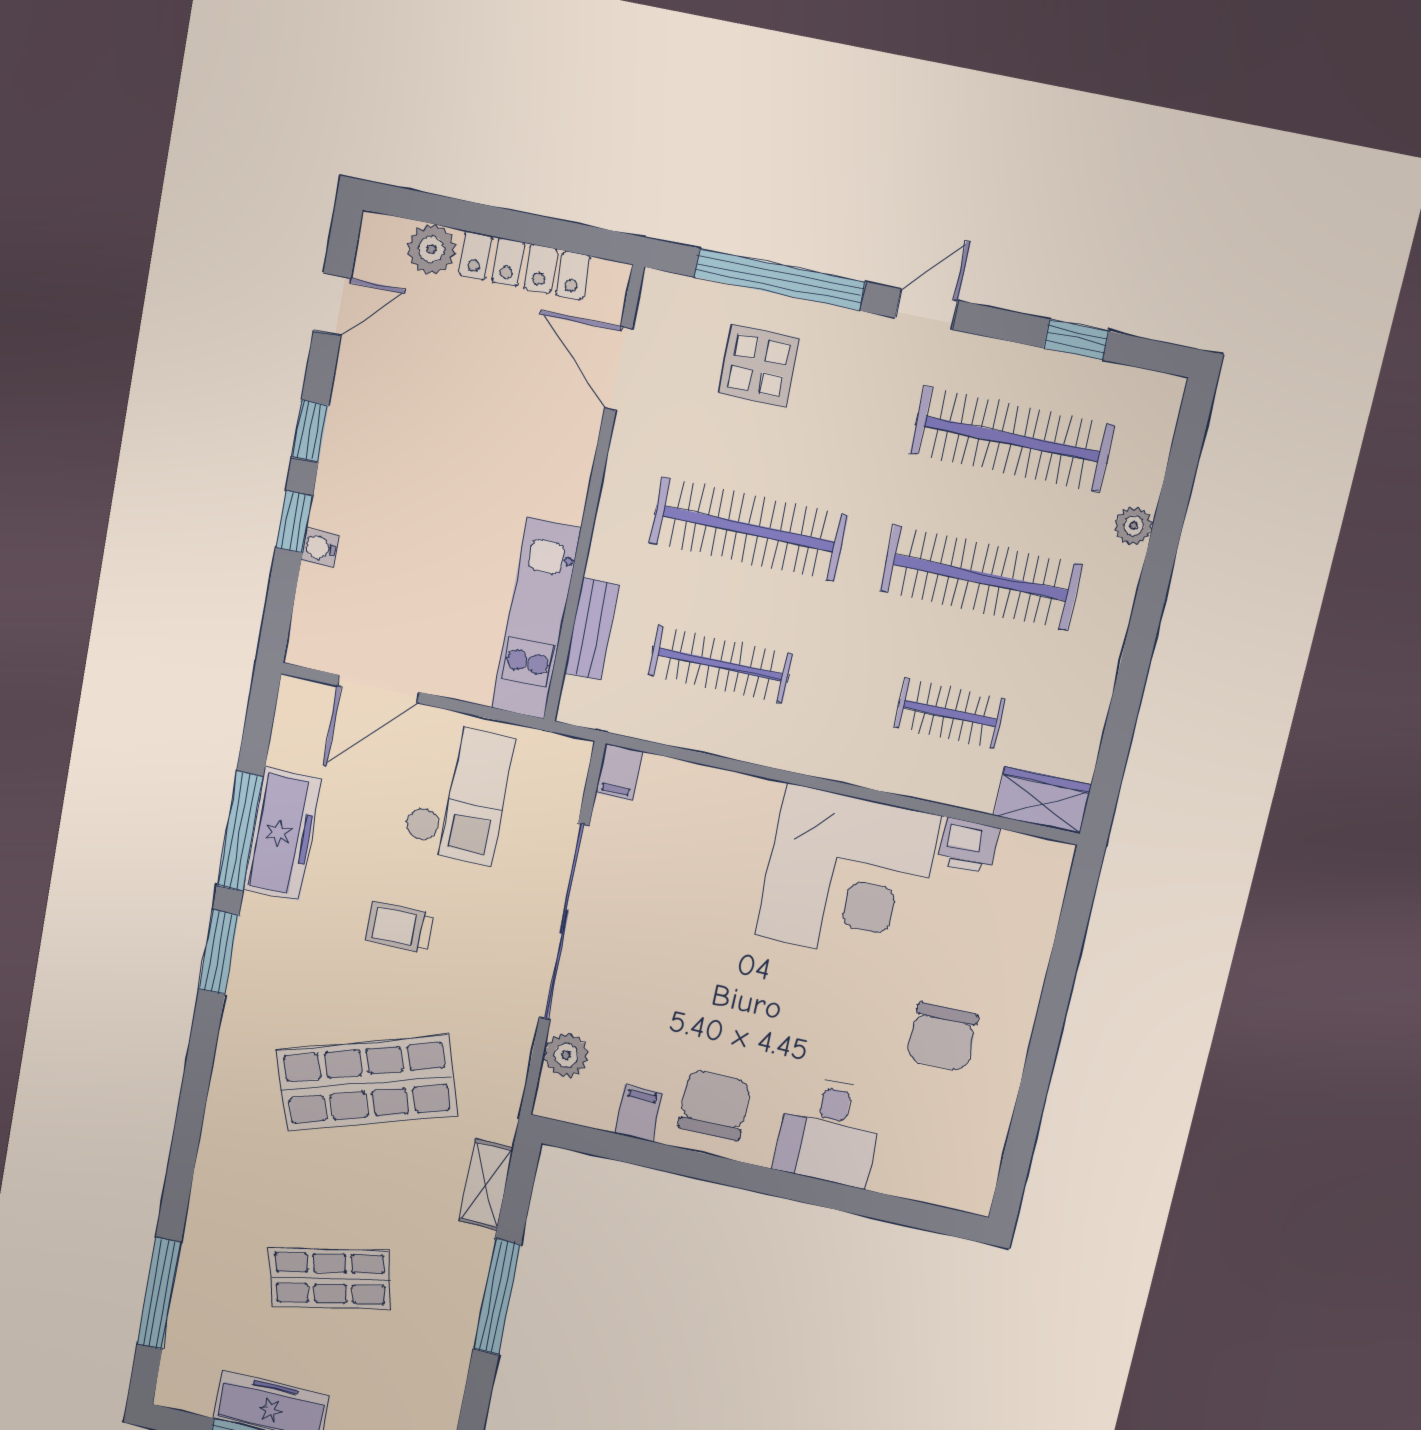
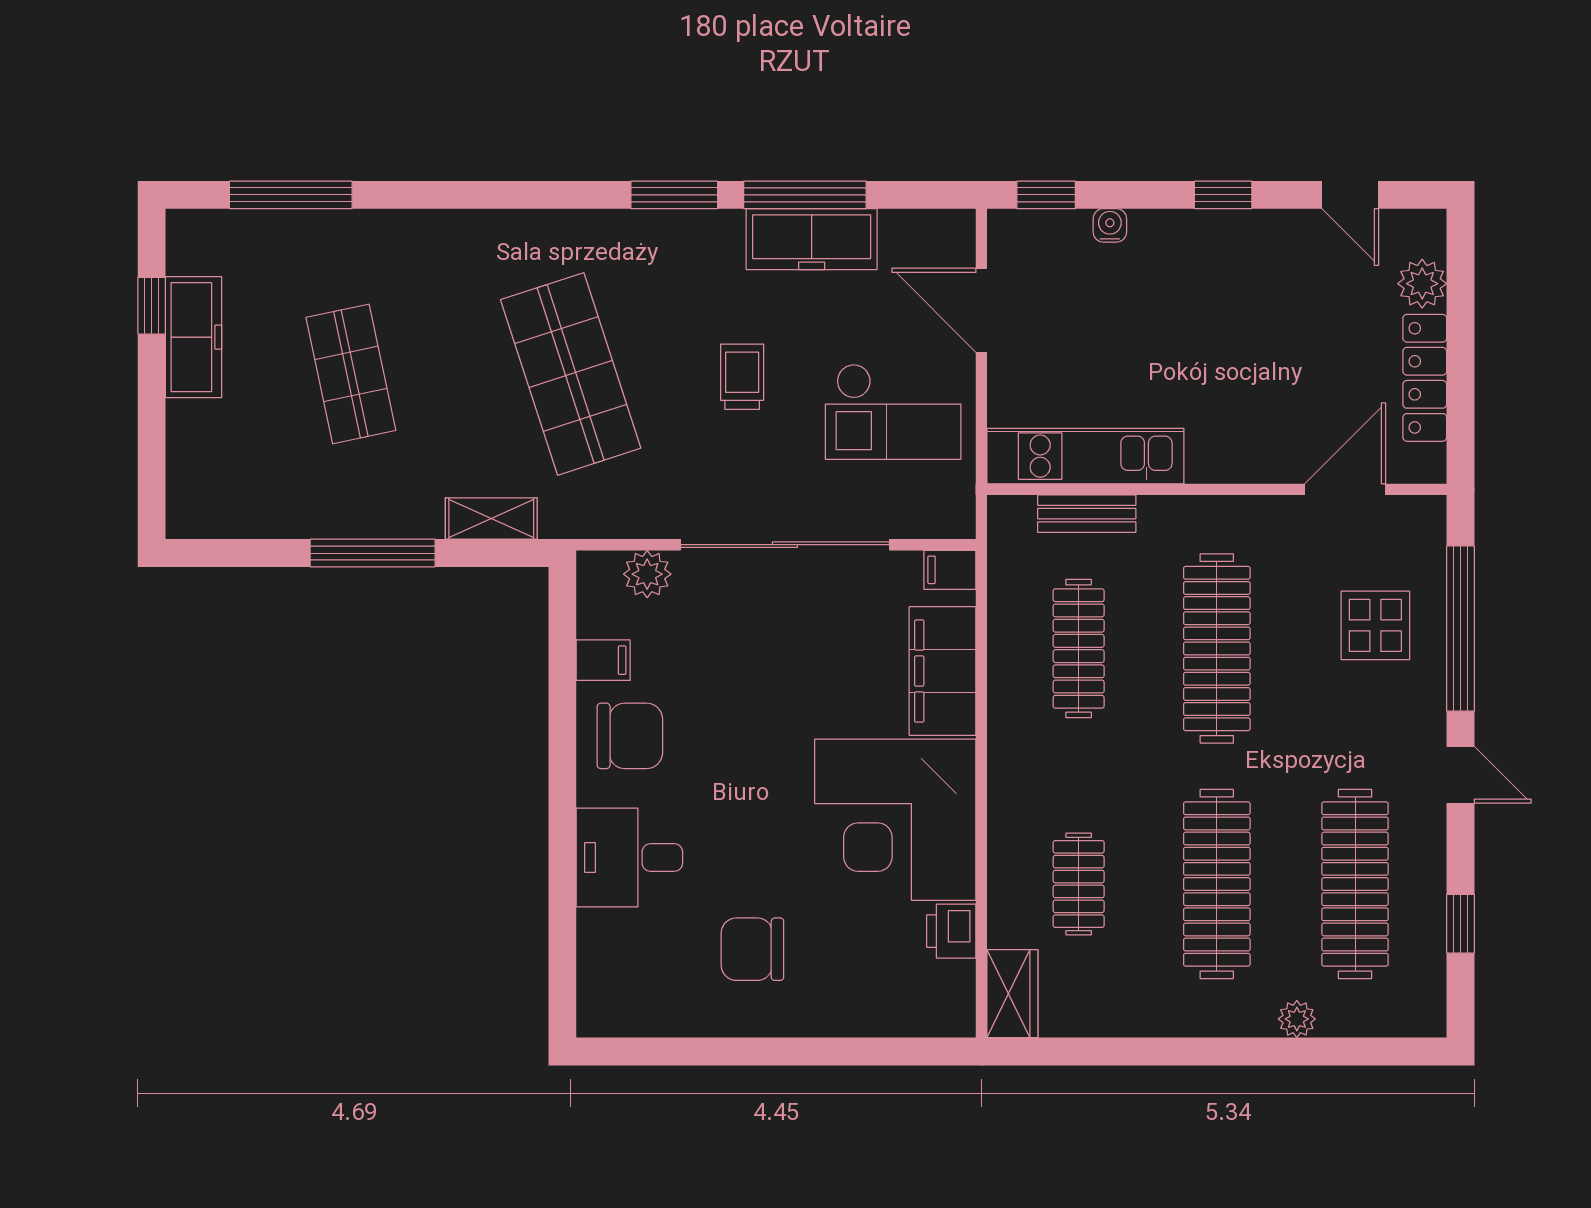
window: (294, 522) -> (1046, 195), moved
filing cabinet: (715, 800) -> (943, 671), added

